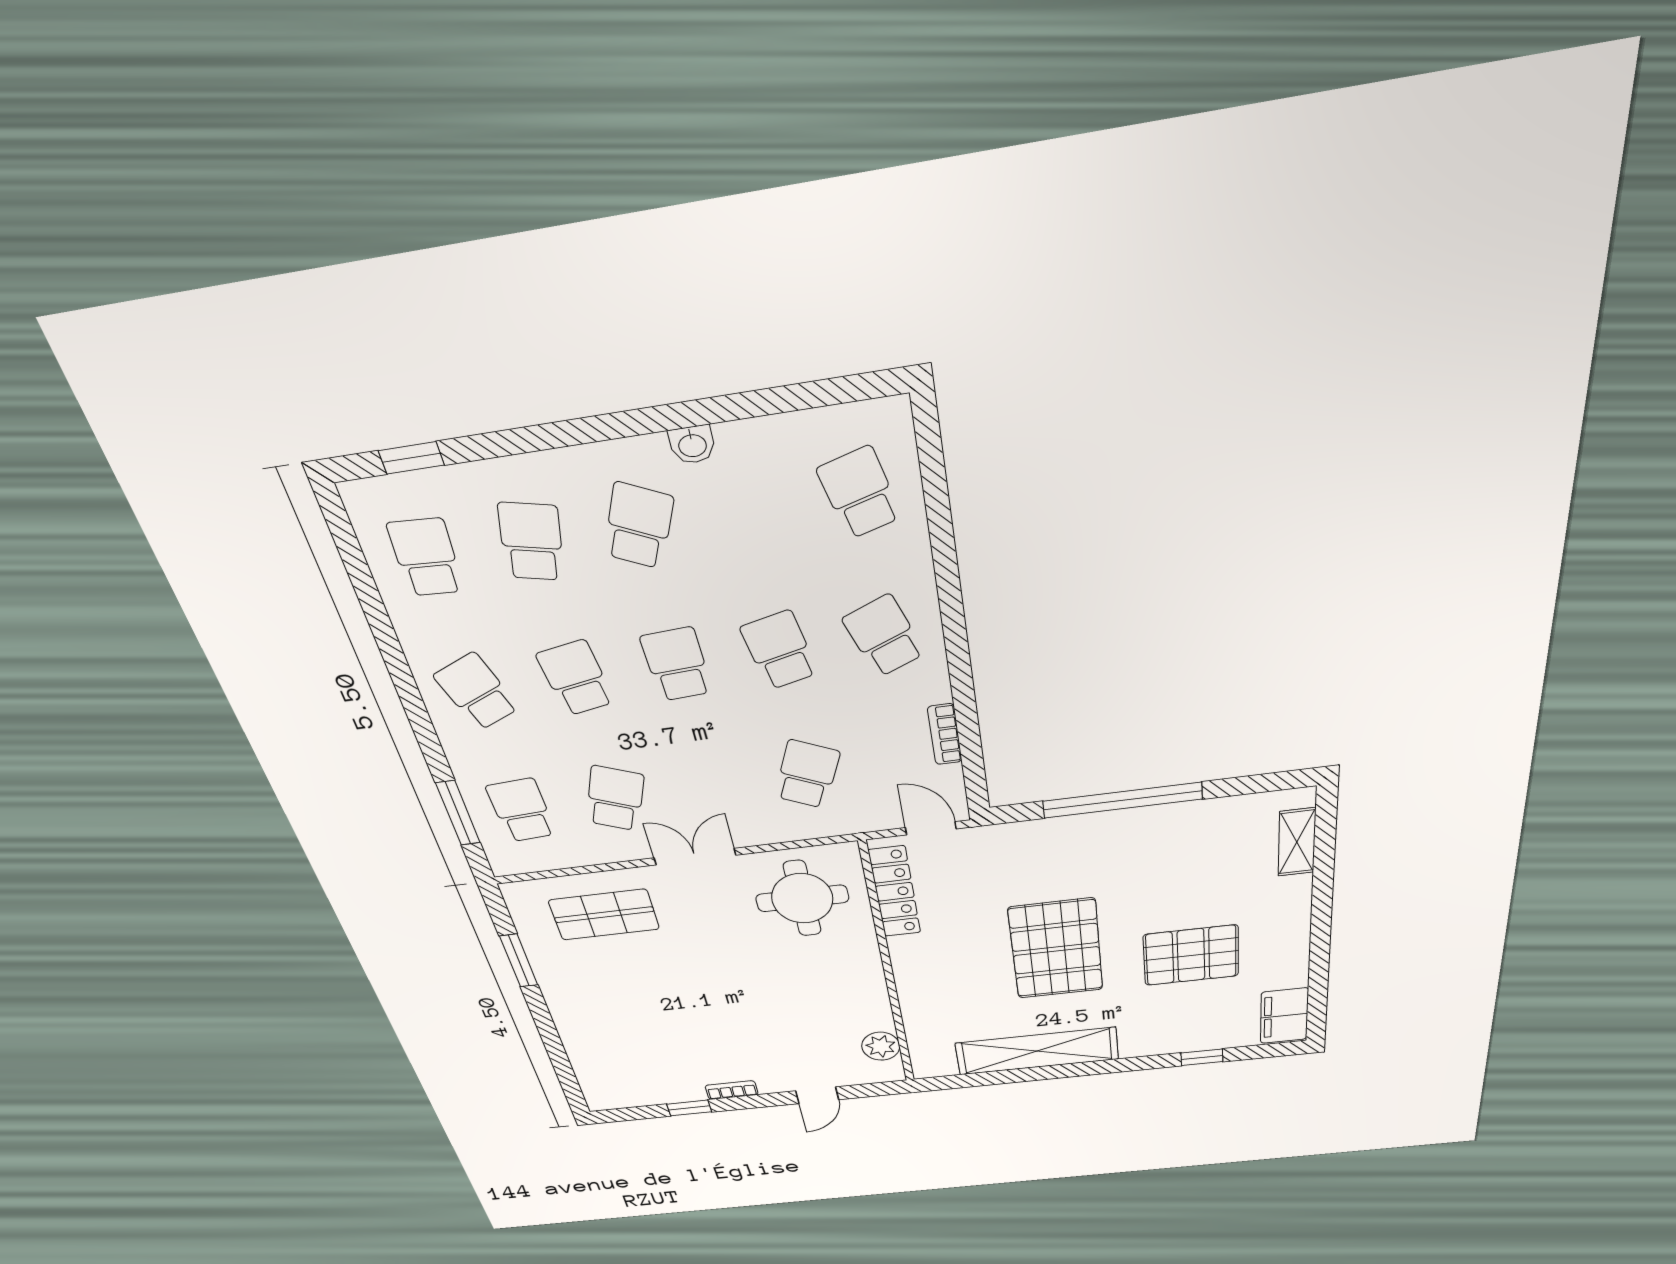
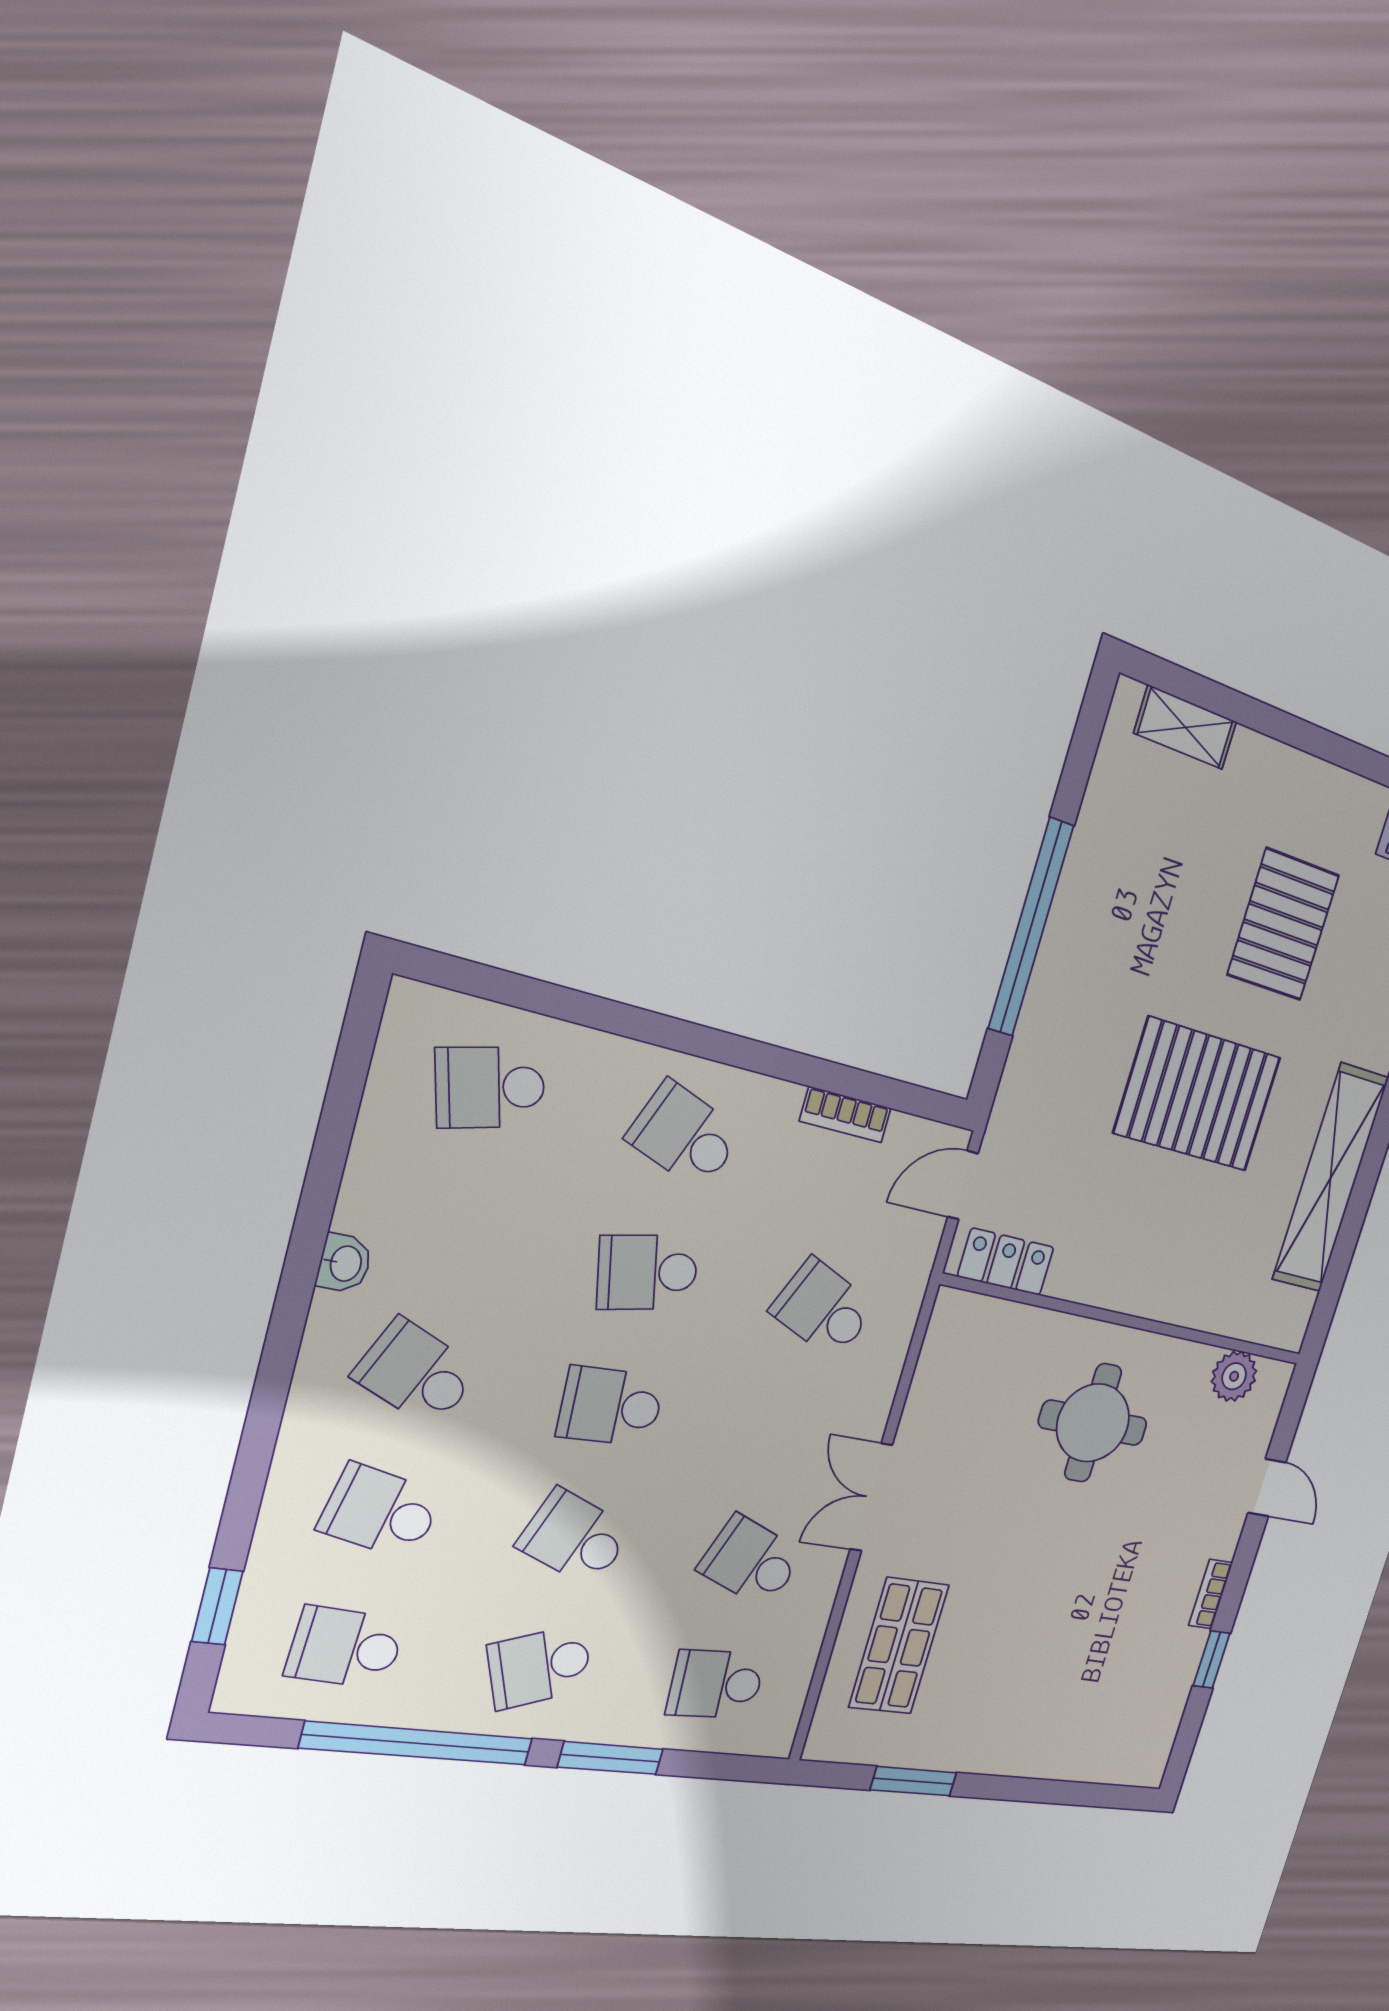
window: (384, 633) -> (418, 1743), added
school desk: (884, 636) -> (685, 1136), turned 42
school desk: (576, 678) -> (575, 1538), turned 30
window: (458, 813) -> (611, 1758), moved
locker: (895, 892) -> (1006, 1262), width x0.66
round table: (802, 898) -> (1093, 1423), moved

